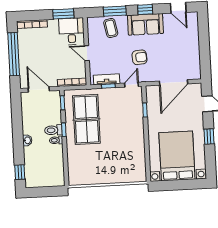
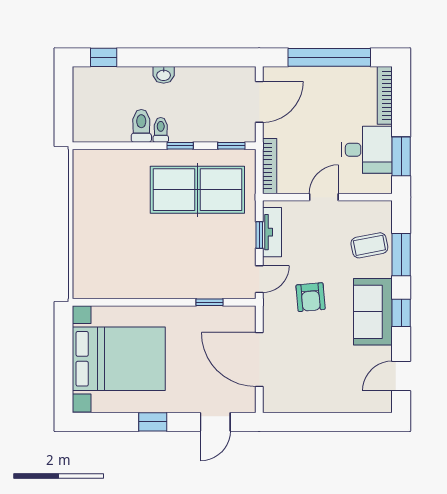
desk: (72, 31) -> (367, 150), moved
door: (131, 85) -> (259, 279), hinge flipped
toilet: (53, 130) -> (141, 126), moved

